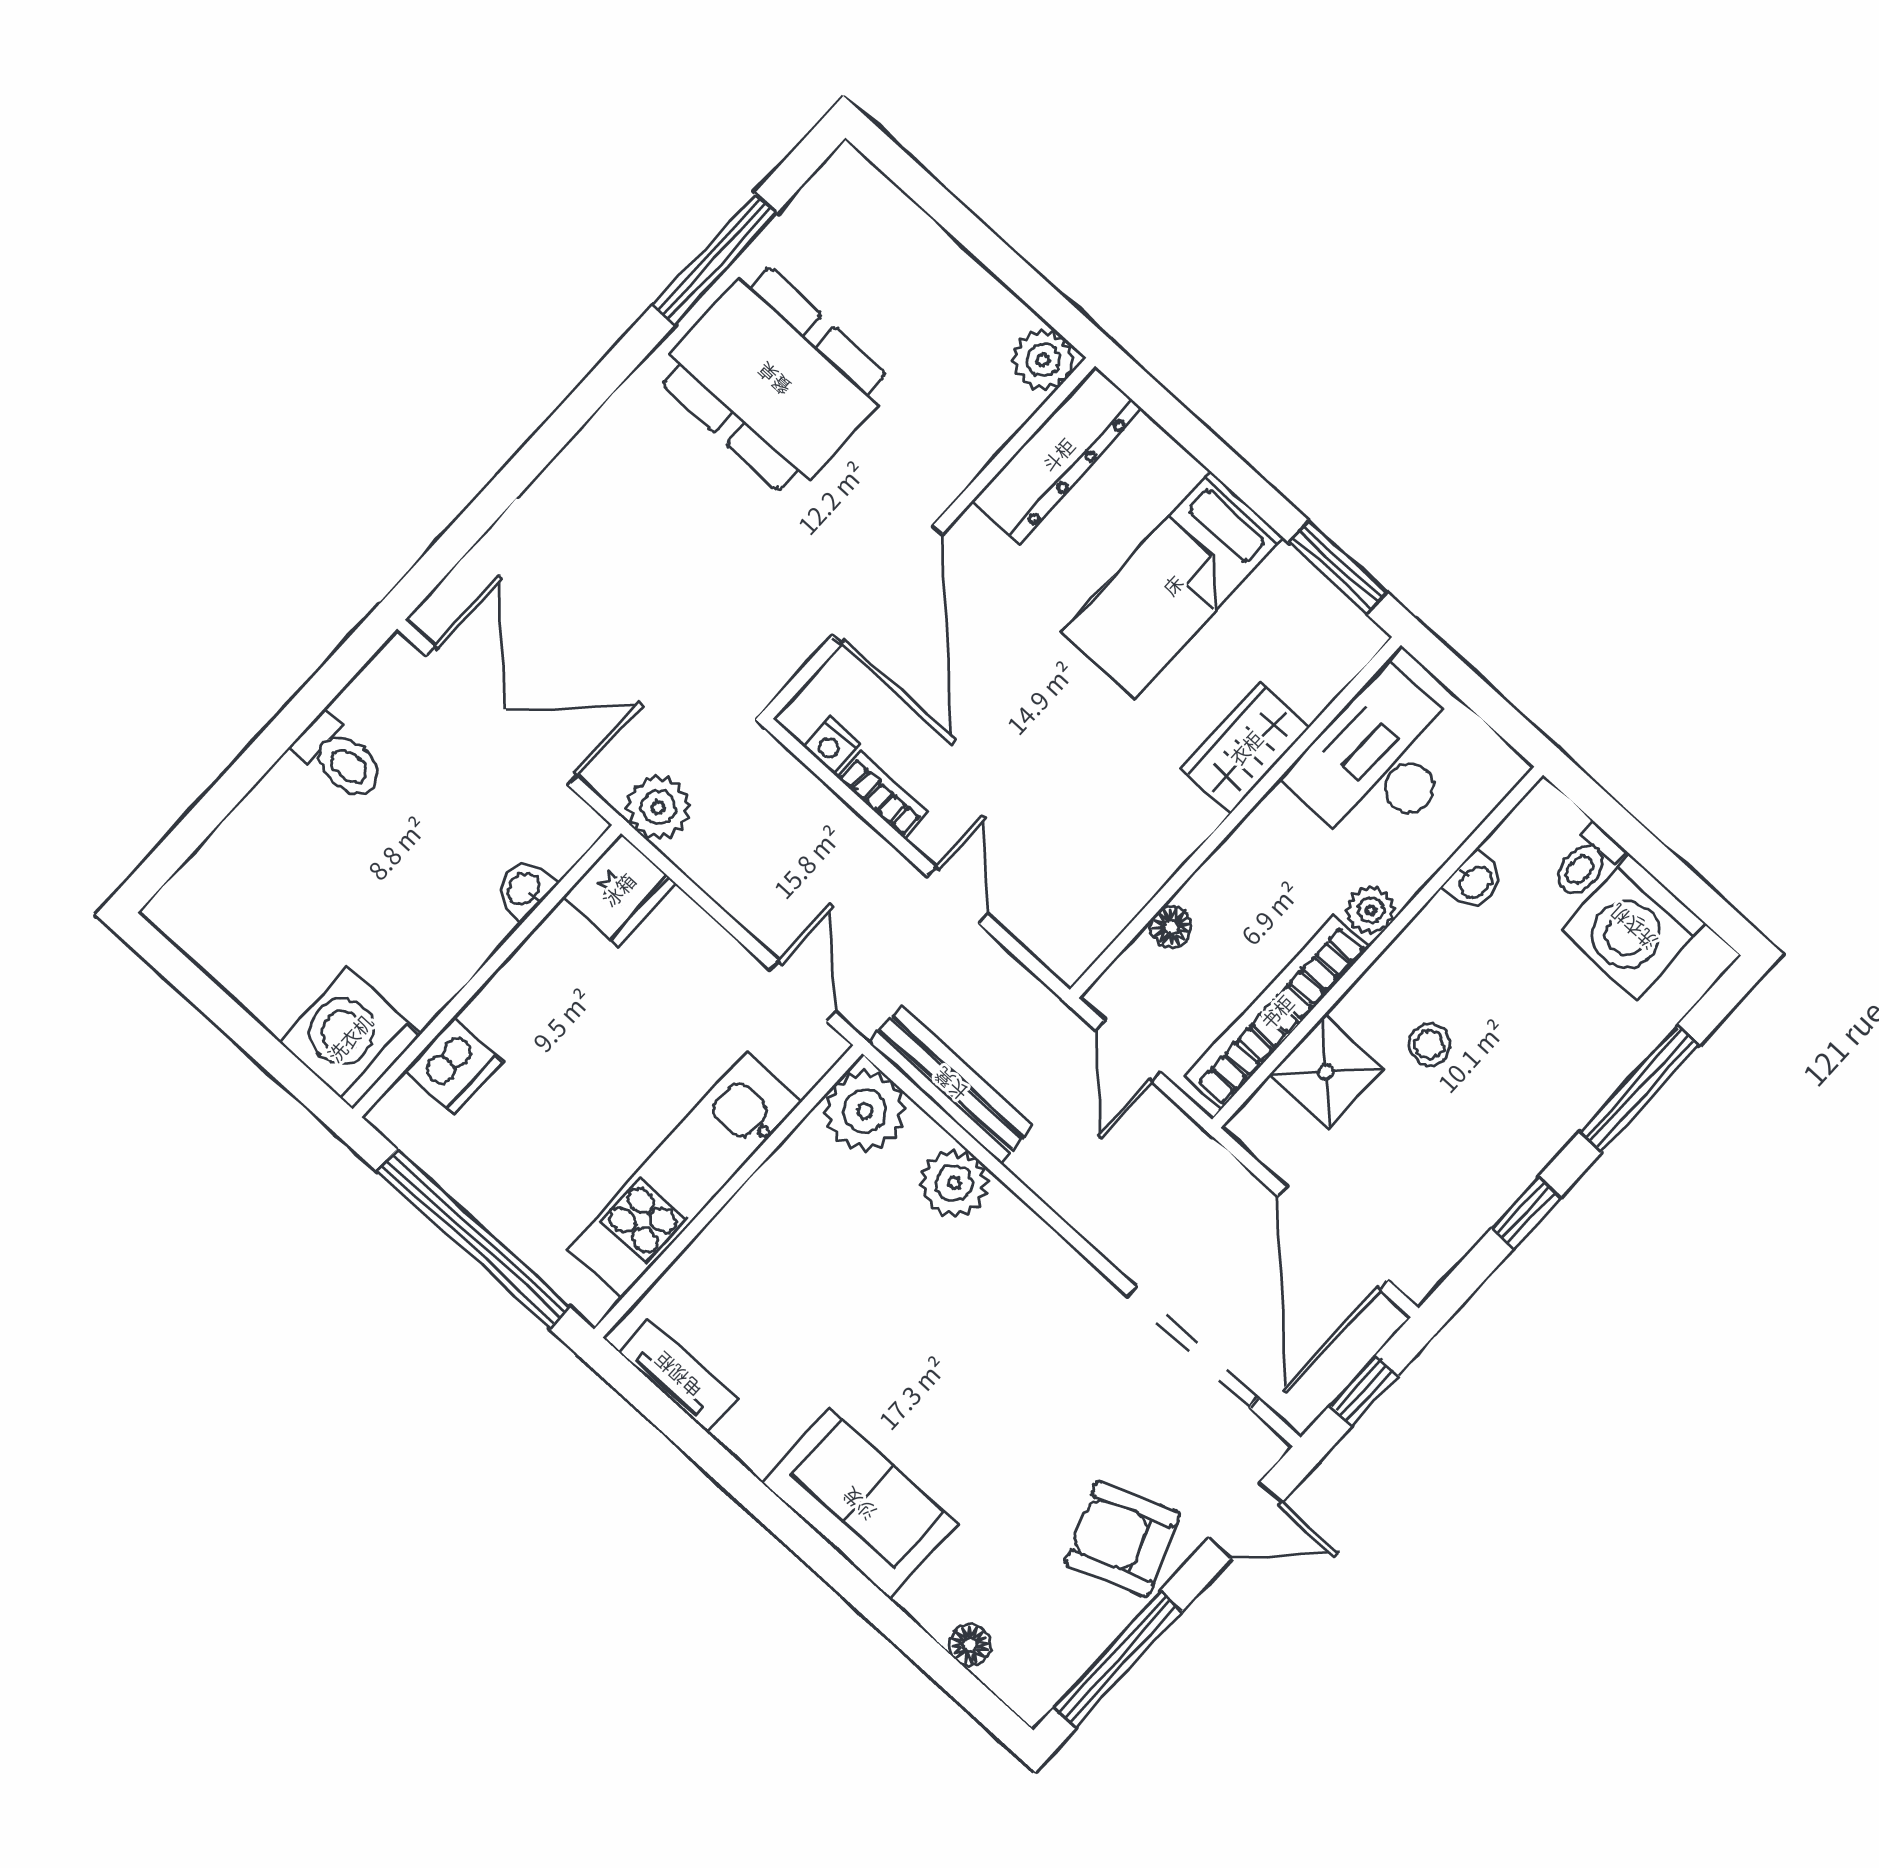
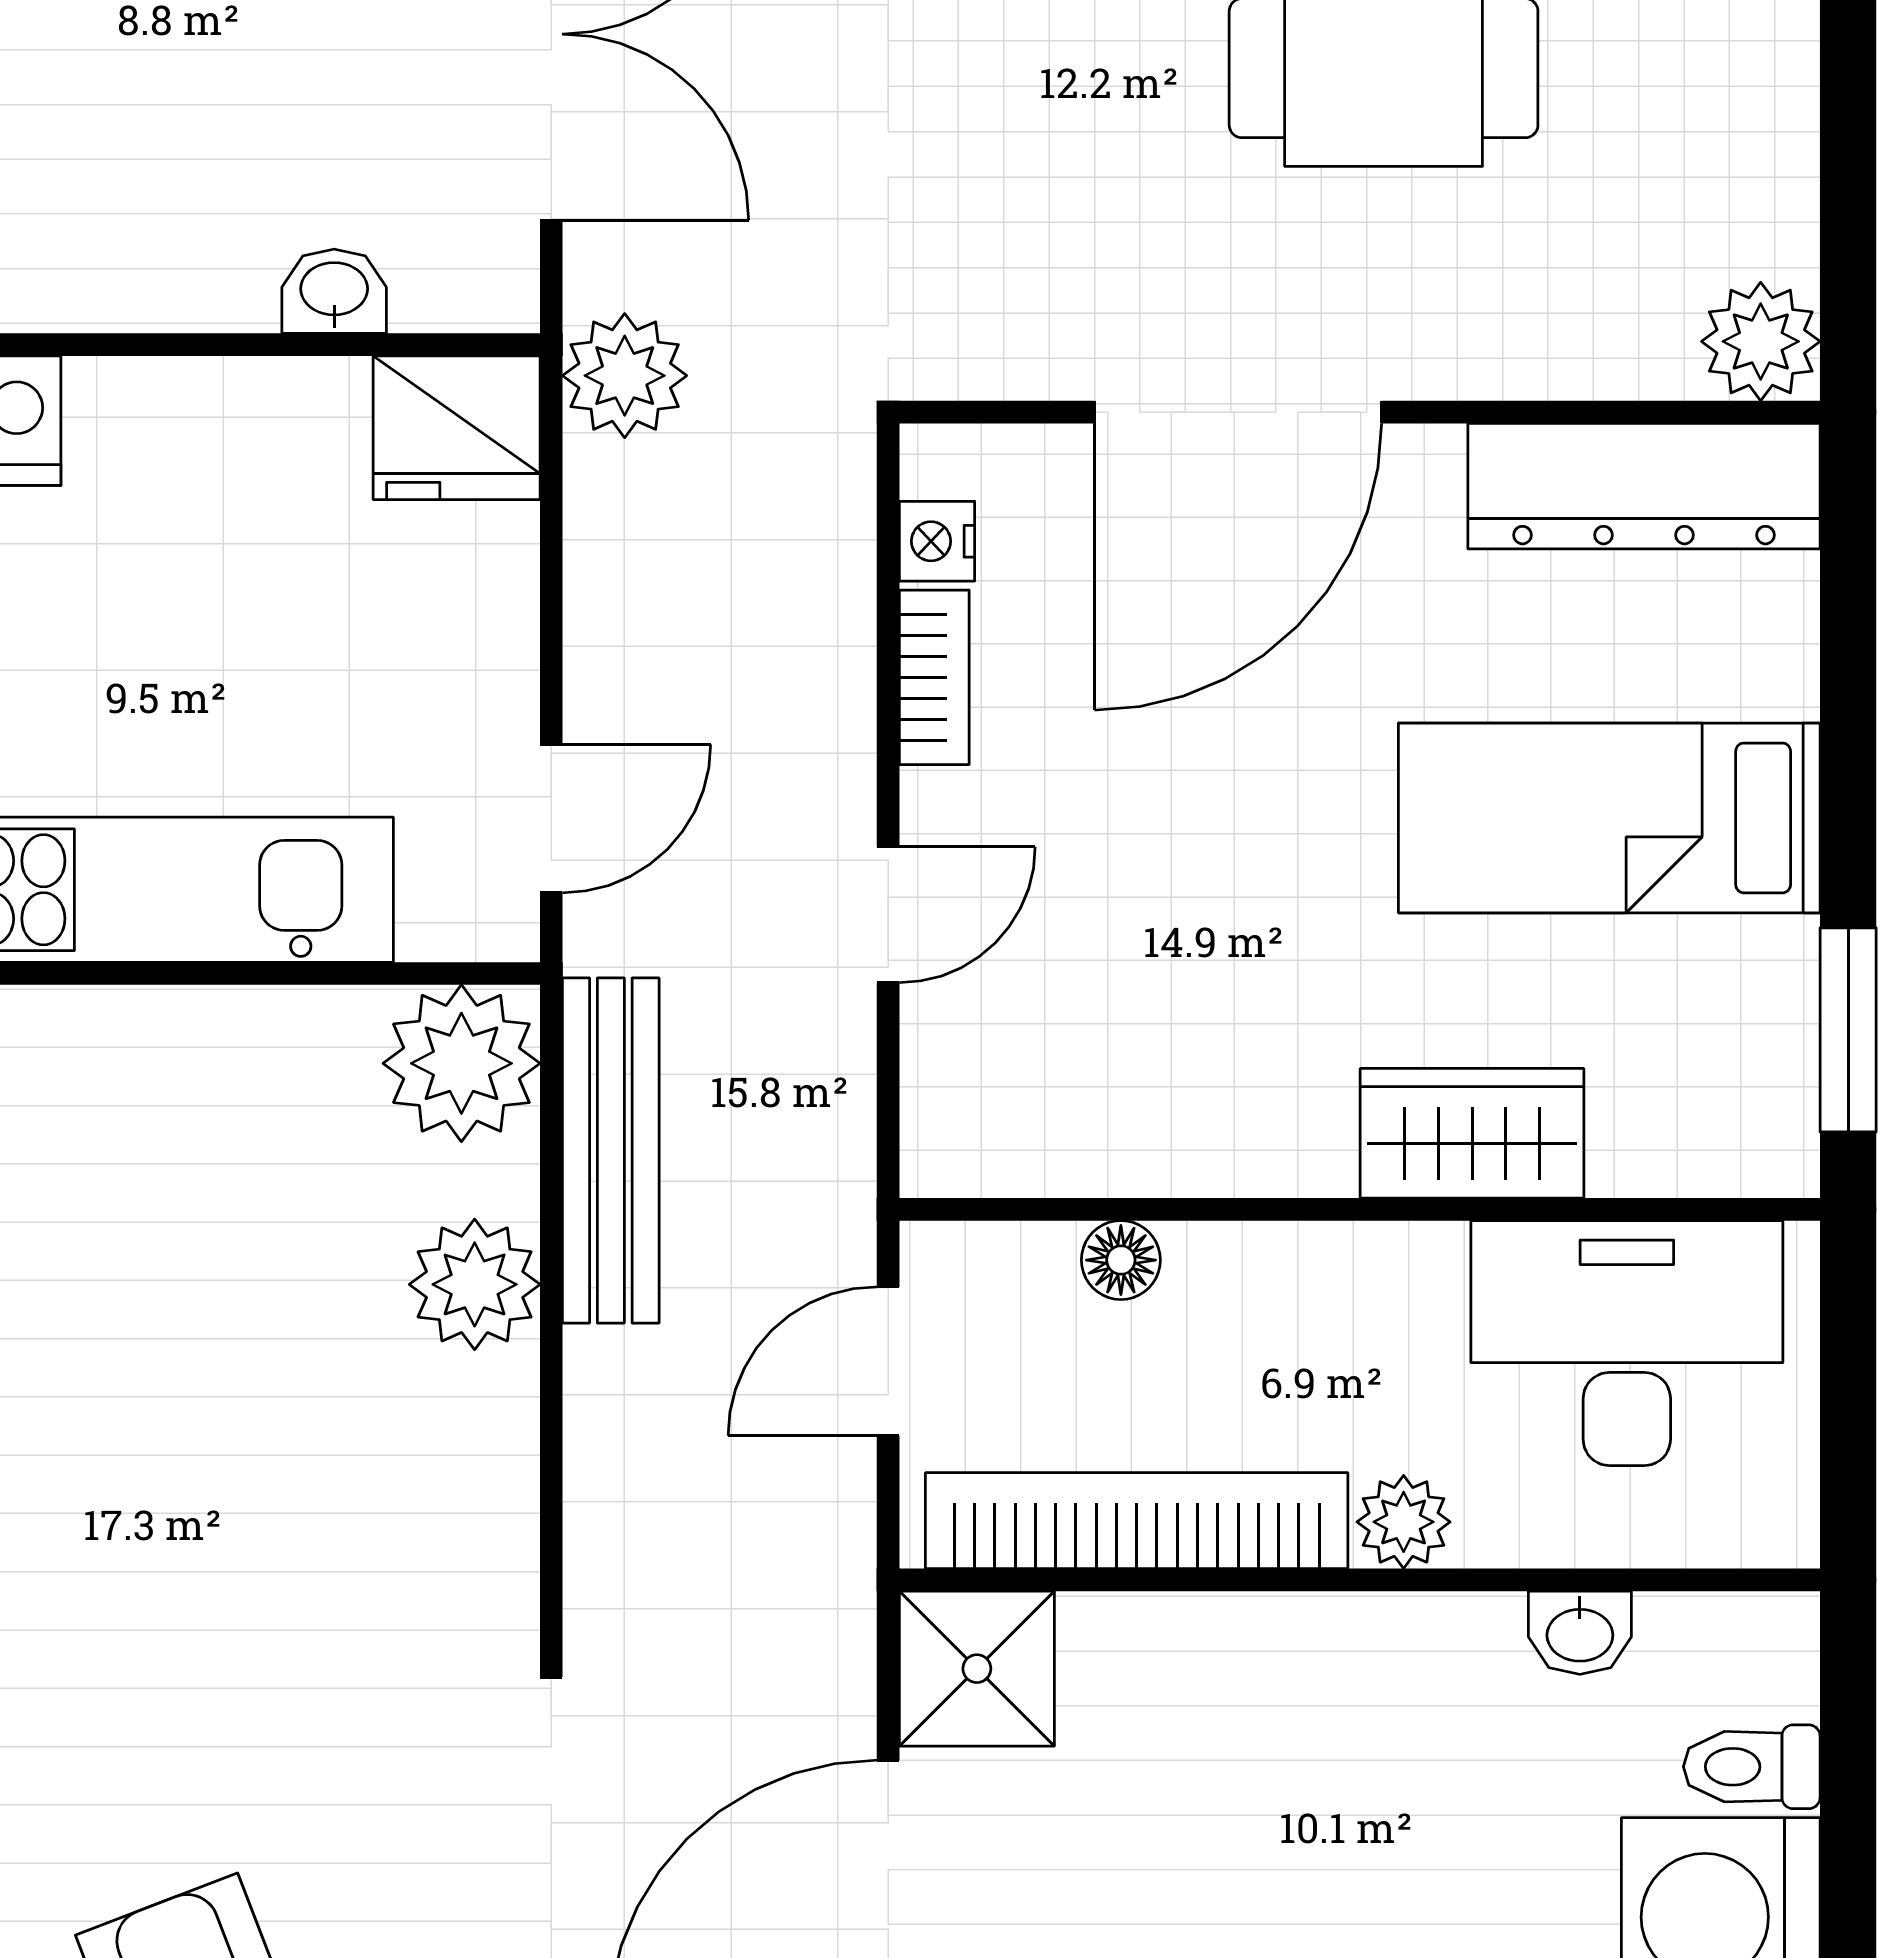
stool: (1430, 1044) -> (1289, 1780), removed
shower: (1326, 1072) -> (977, 1669), moved

